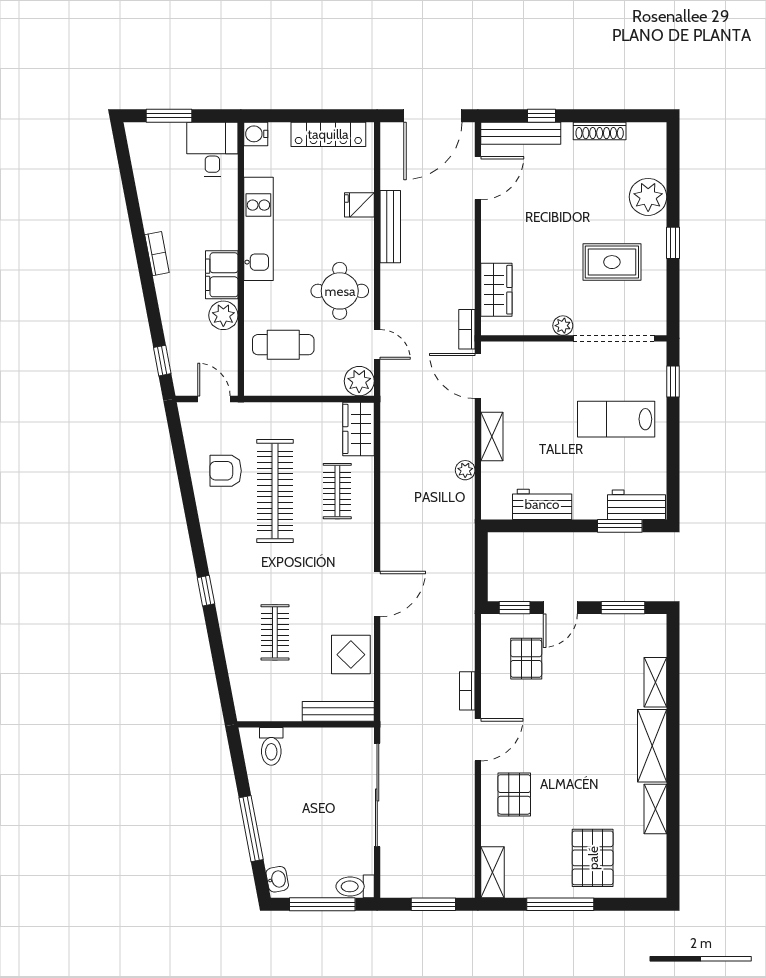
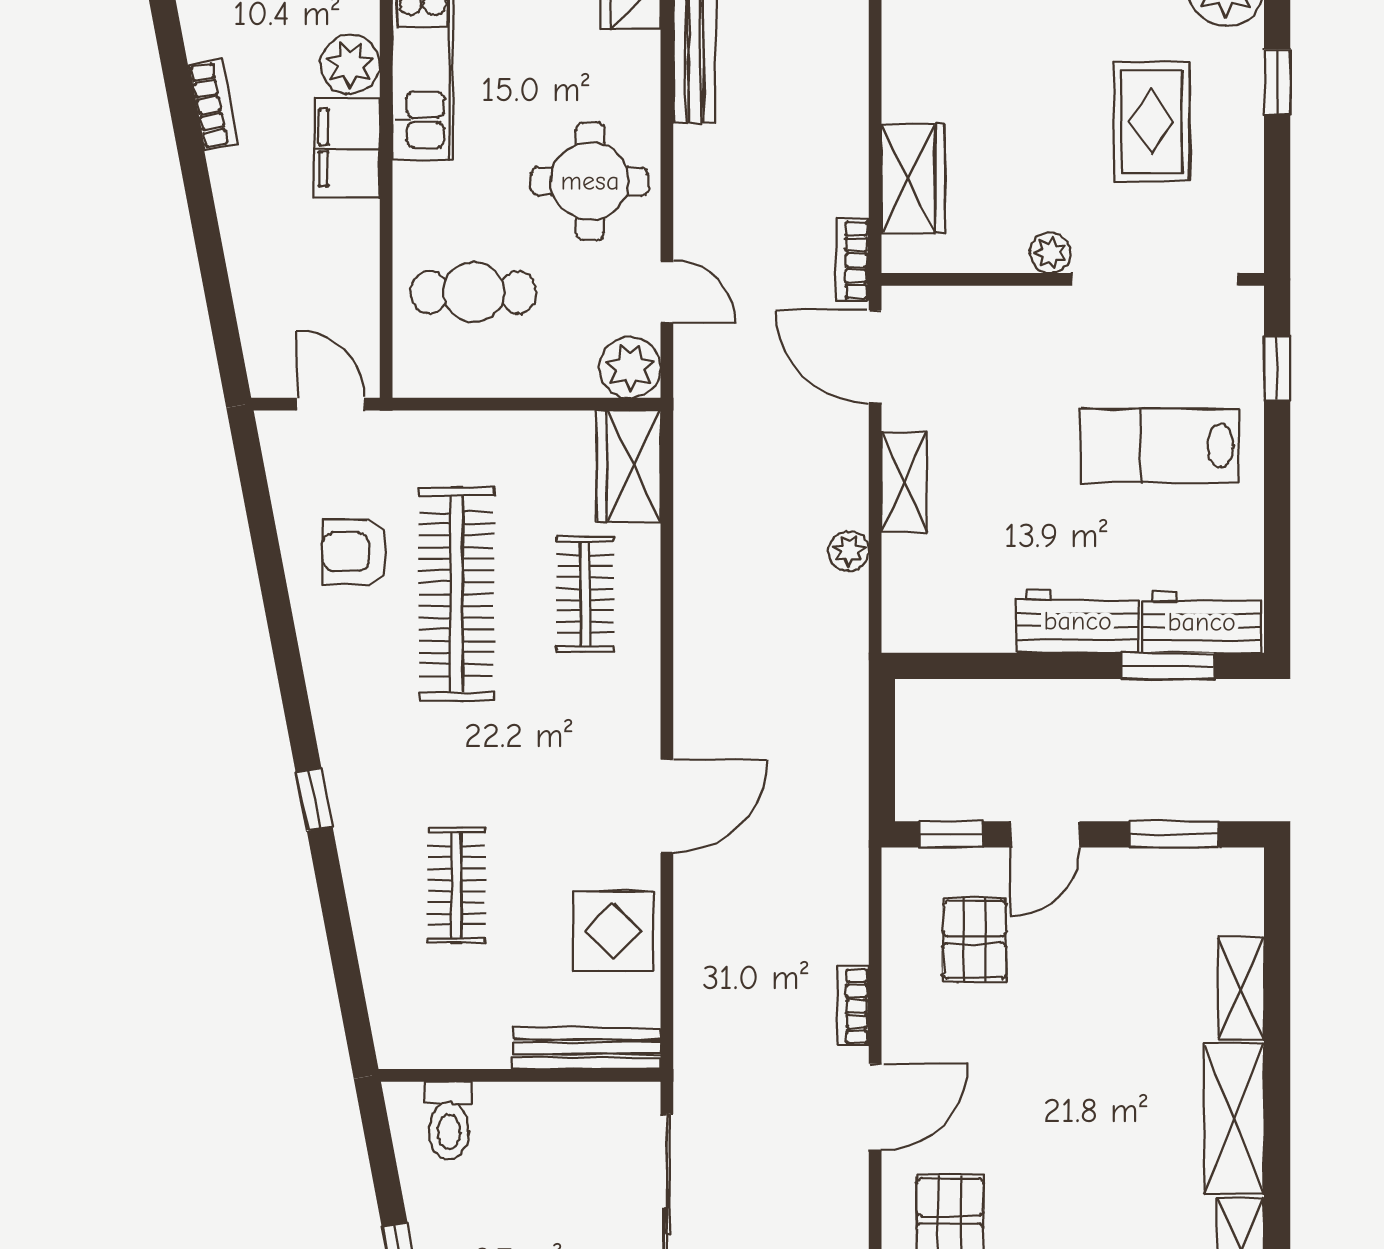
rug: (612, 262) -> (1151, 122), turned 90
plant: (223, 315) -> (350, 64), moved
window: (162, 361) -> (224, 325), removed
workbench: (542, 504) -> (1078, 621), moved

